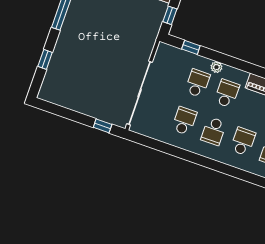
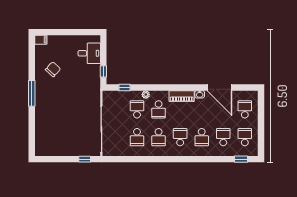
window: (45, 59) -> (32, 129), removed
school desk: (227, 93) -> (159, 109), turned 180
school desk: (184, 121) -> (137, 137), turned 180

